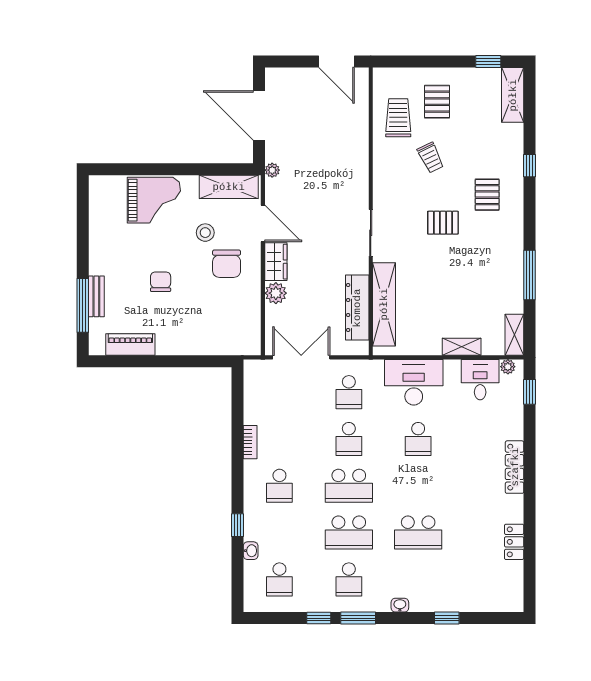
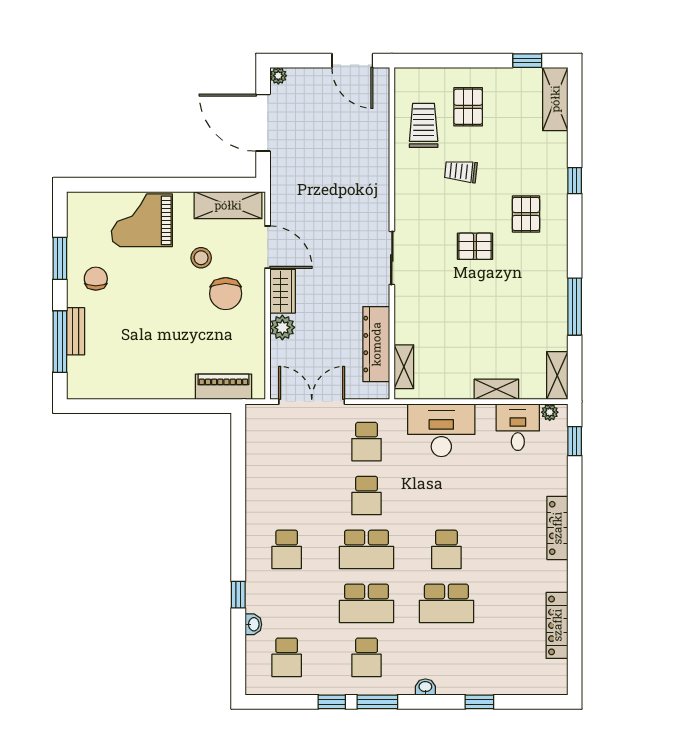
trolley: (431, 158) -> (461, 171), turned 122
plant: (272, 170) -> (278, 76), moved
grand piano: (154, 200) -> (142, 220), turned 180
window: (83, 233) -> (60, 258), added
chair: (161, 282) -> (96, 279), moved
shelving: (384, 304) -> (404, 367), width x0.45, depth x0.75
piano: (130, 344) -> (223, 387), moved
school desk: (418, 439) -> (446, 549), moved
bookcase: (250, 442) -> (253, 499), removed
locker: (514, 542) -> (557, 625), width x1.53

